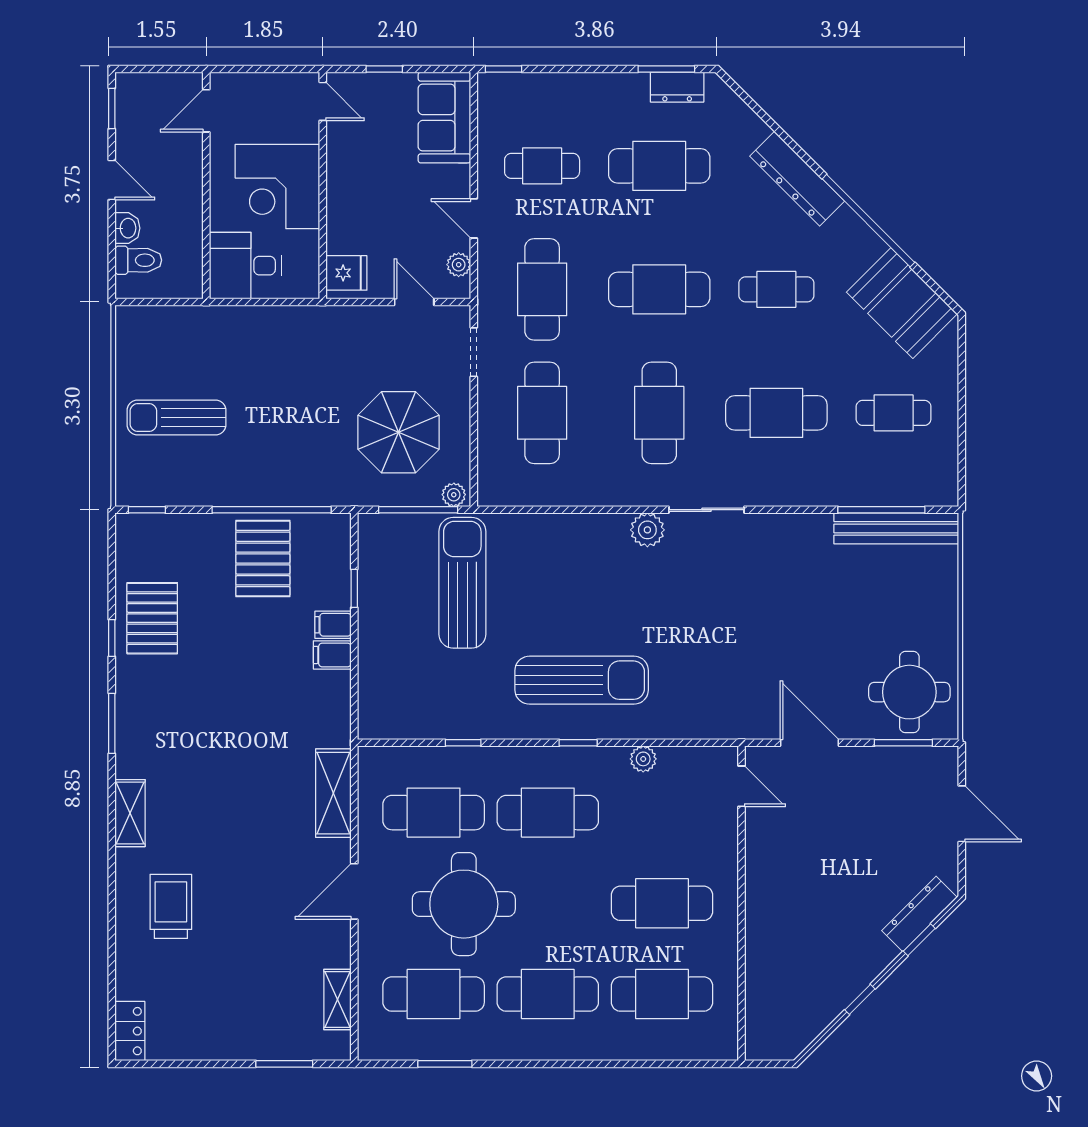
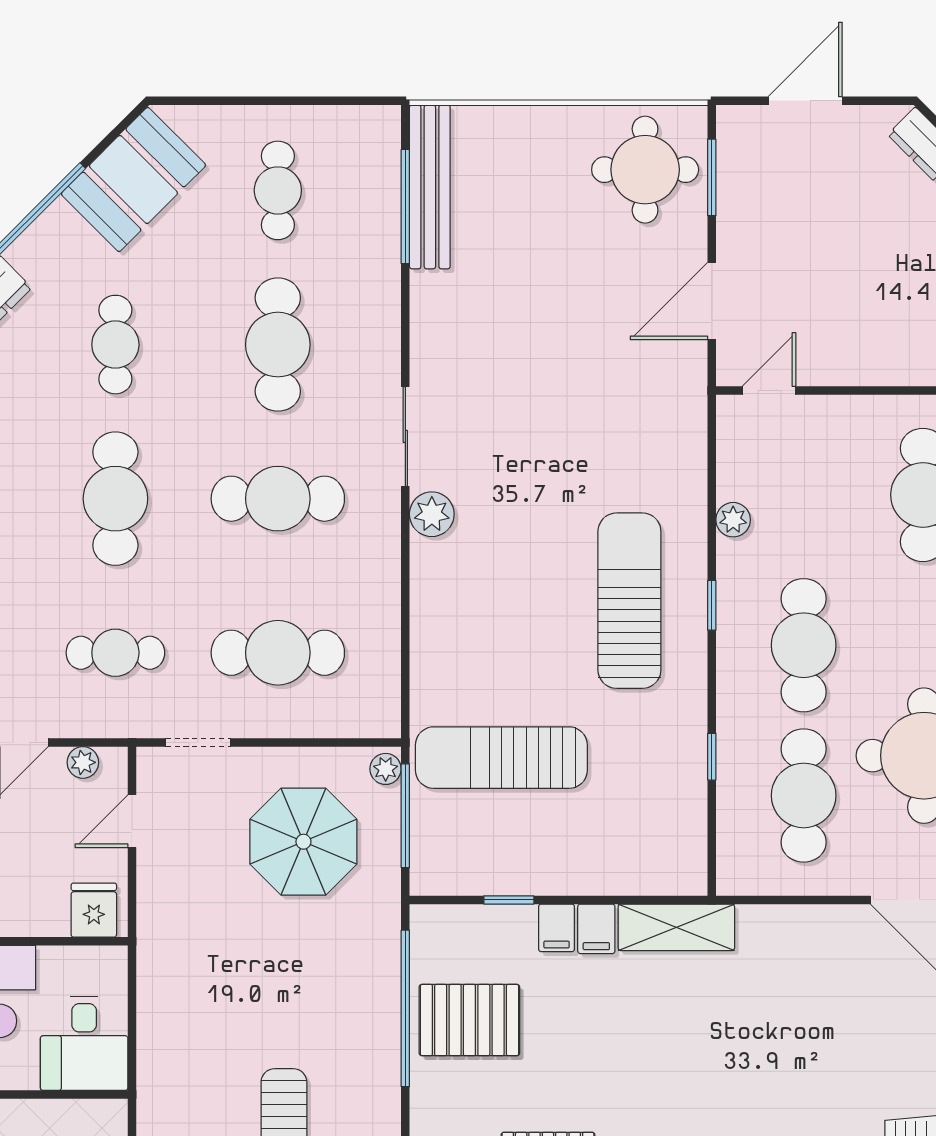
cafe table: (542, 289) -> (115, 653), width x0.73, depth x0.74
shelving: (333, 793) -> (676, 927), moved

